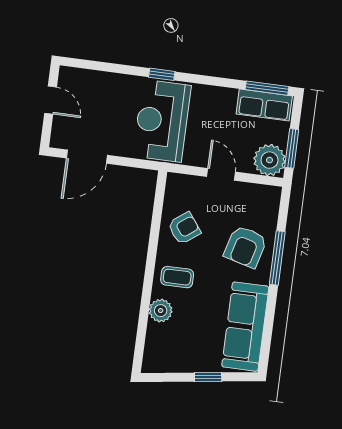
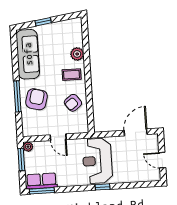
reception desk: (162, 121) -> (97, 161), turned 180
plant: (270, 160) -> (28, 147), width x0.53, depth x0.53

